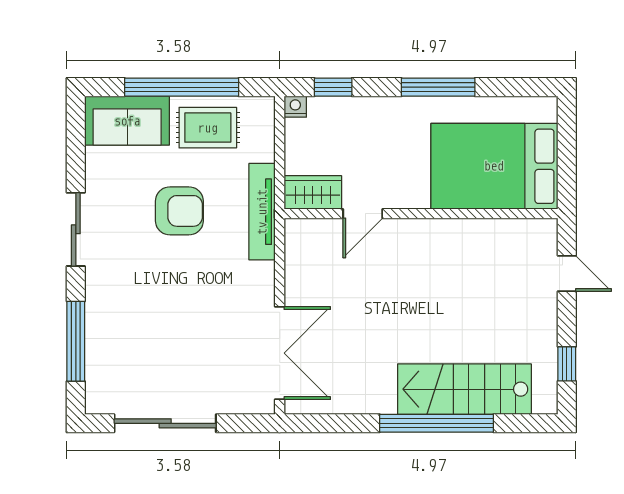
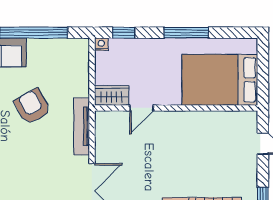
rug: (208, 128) -> (49, 57), removed
armchair: (179, 211) -> (32, 106), turned -119
tv unit: (262, 212) -> (81, 126), moved

